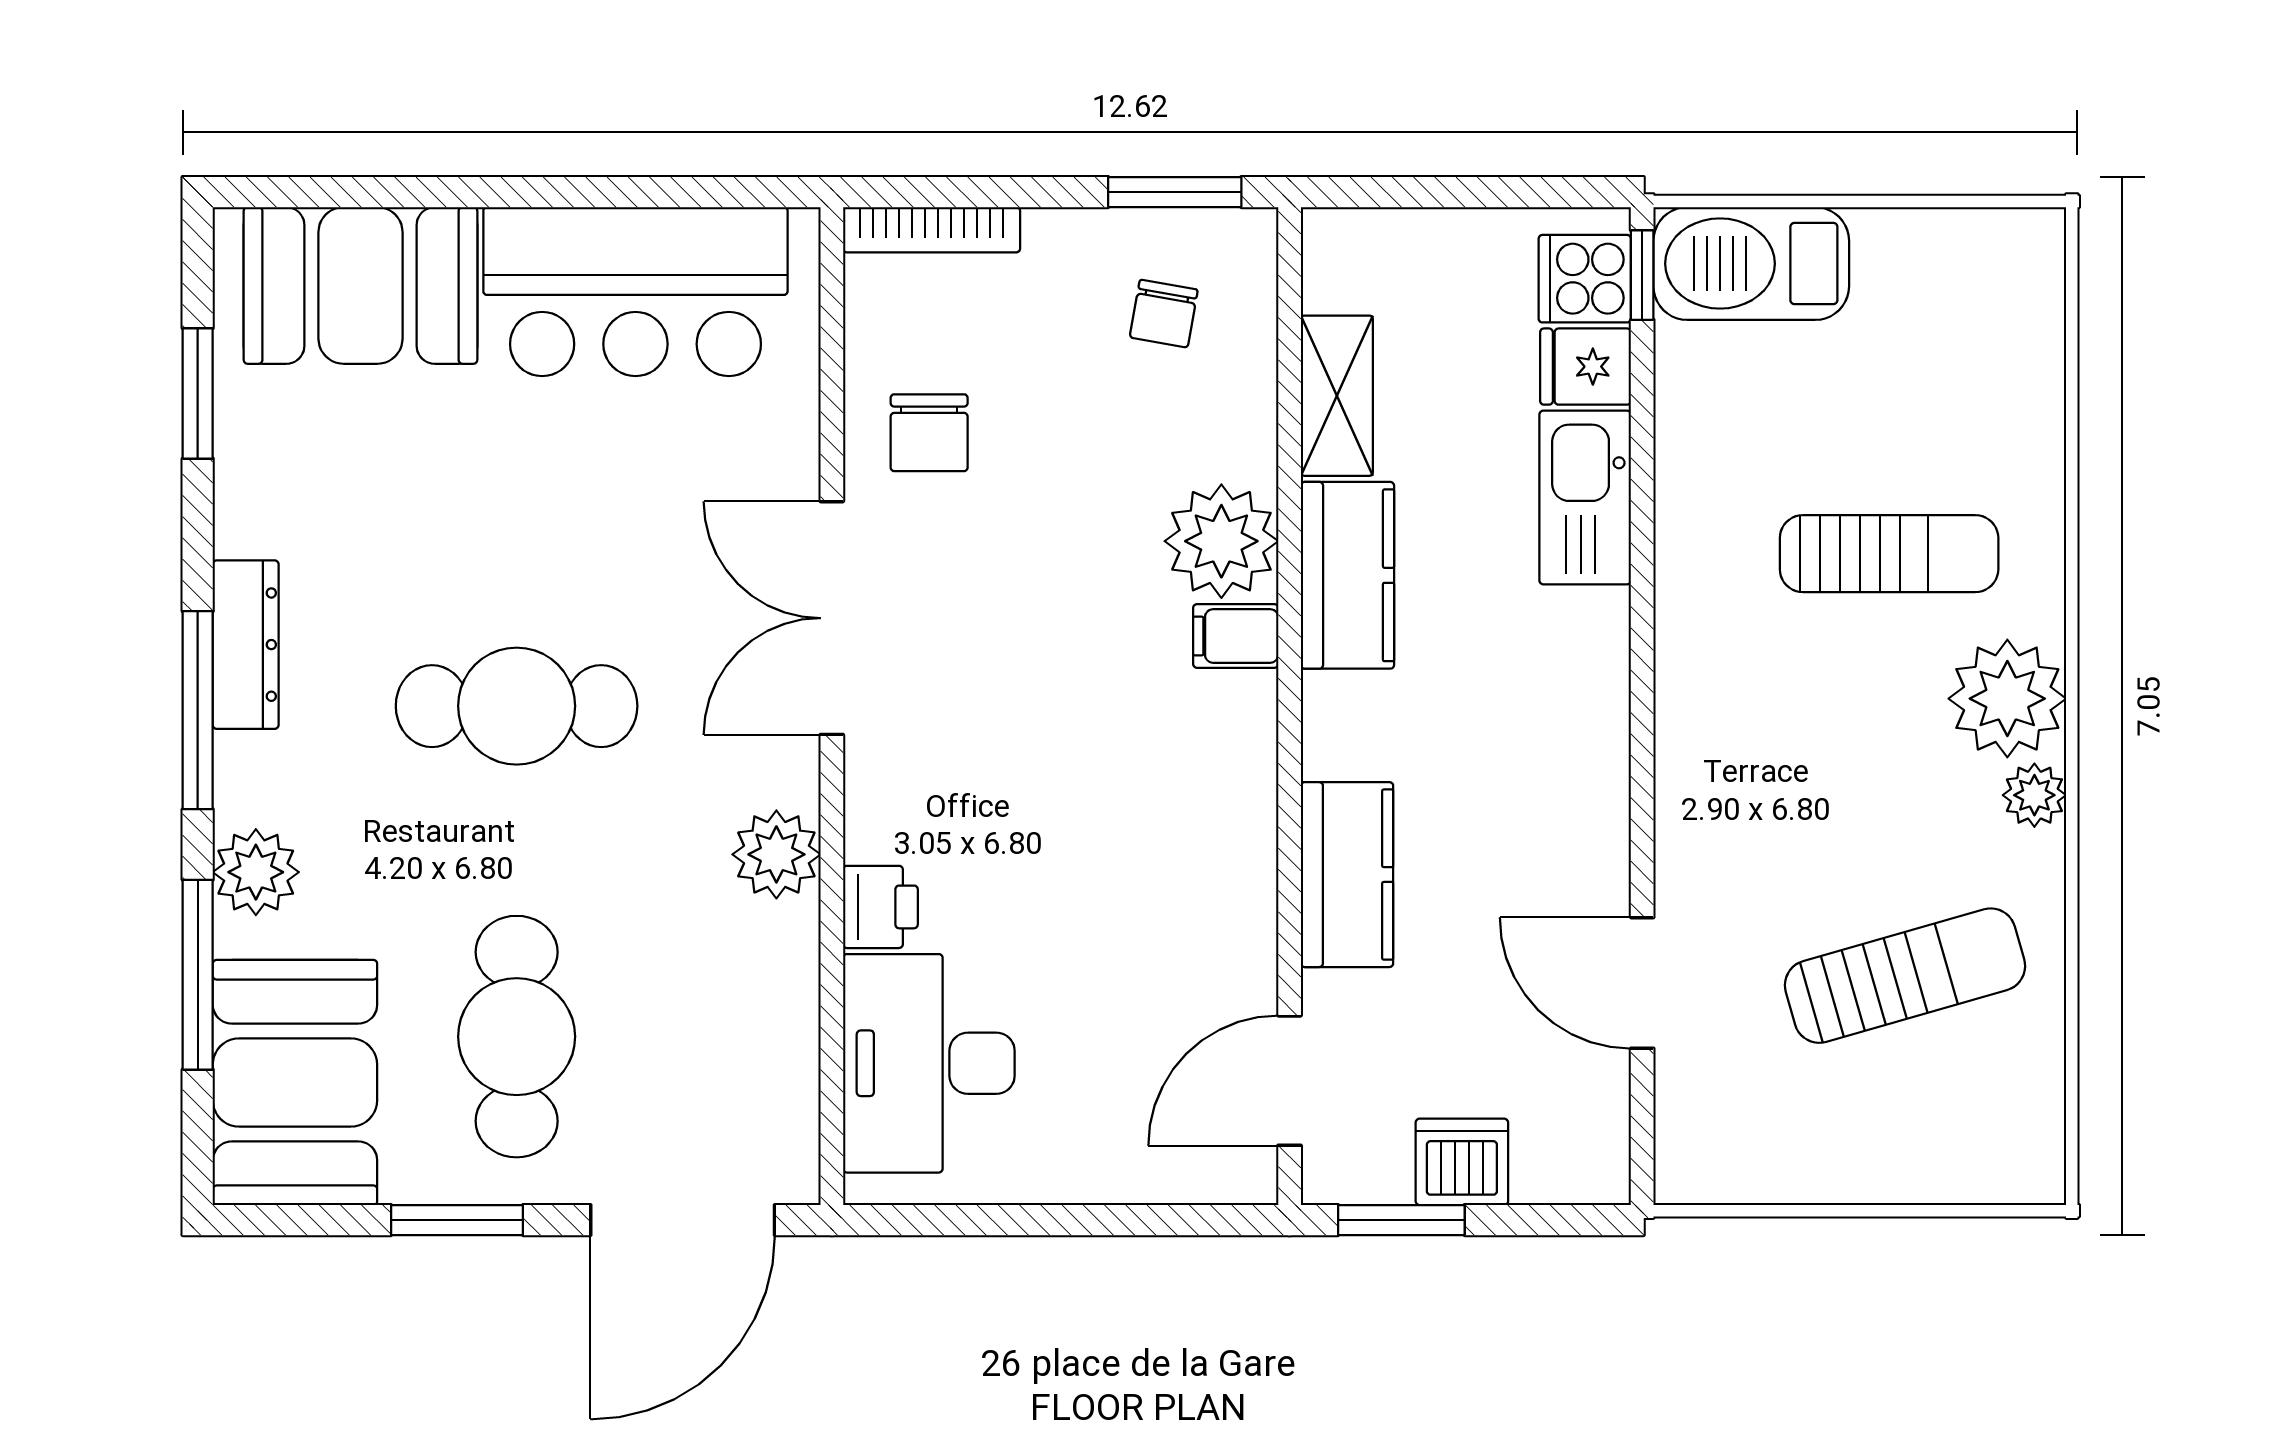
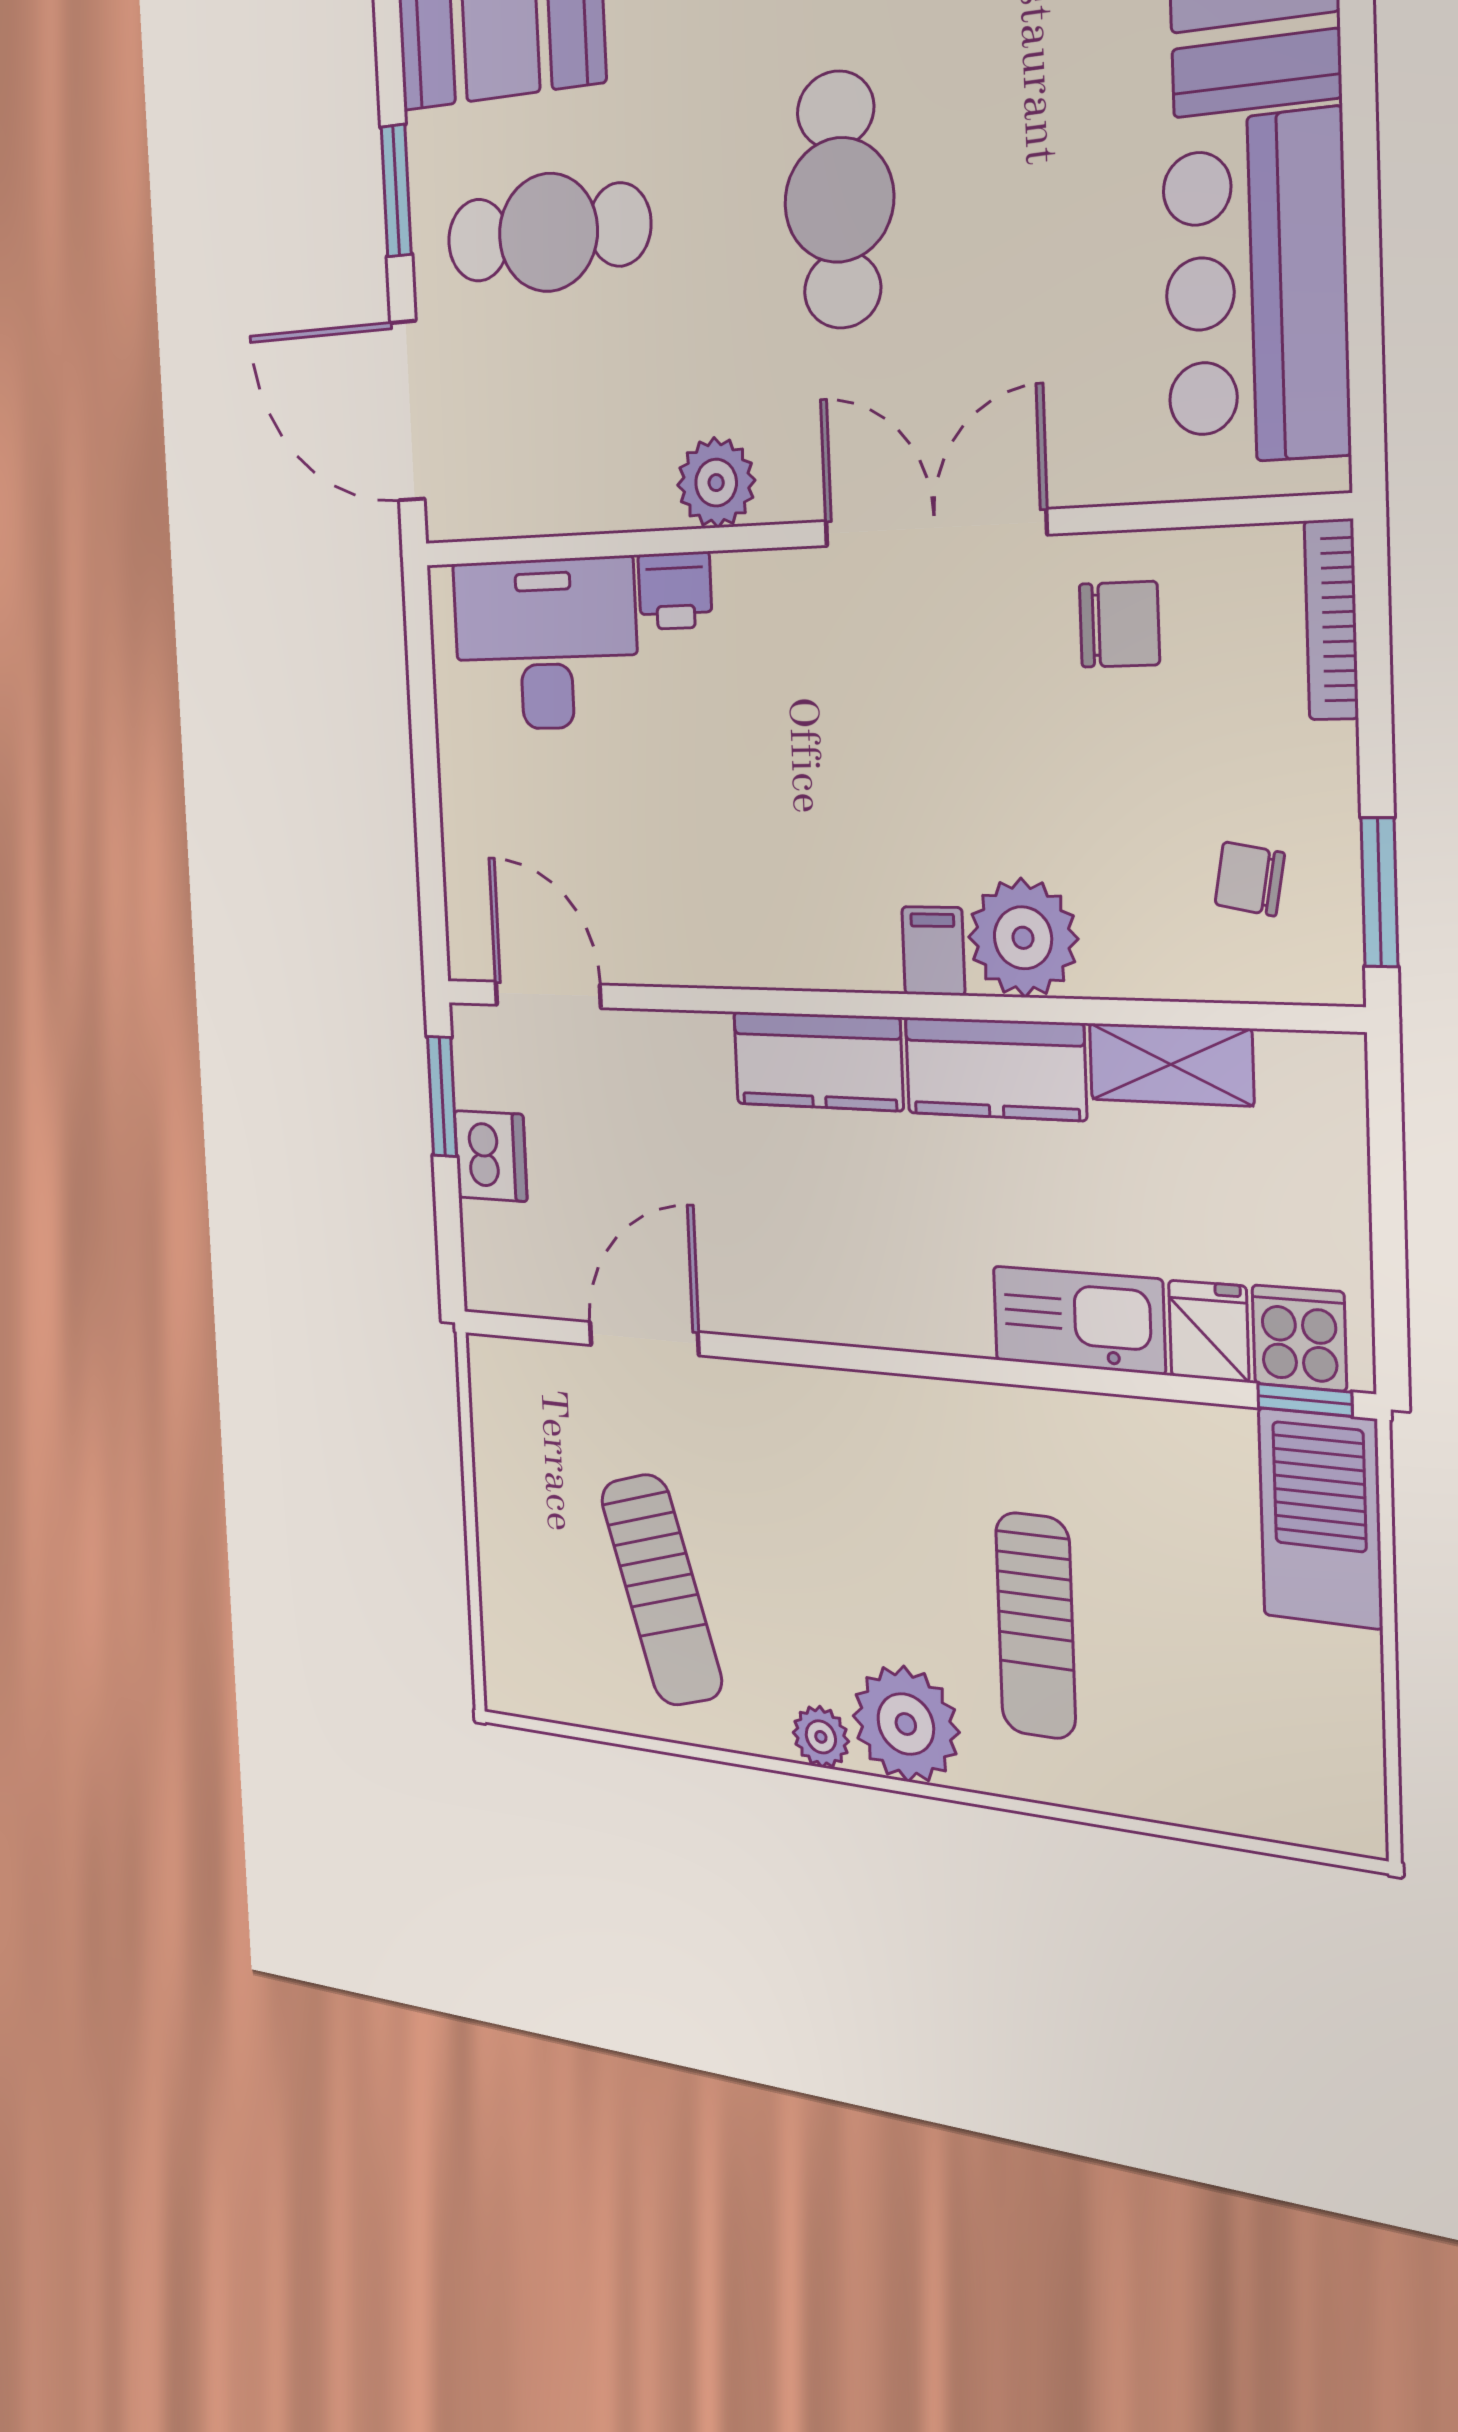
chair: (929, 433) -> (1119, 624), turned 180
kitchen counter: (1347, 875) -> (818, 1061), moved

